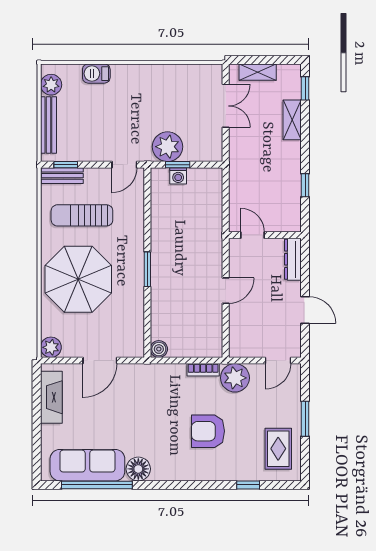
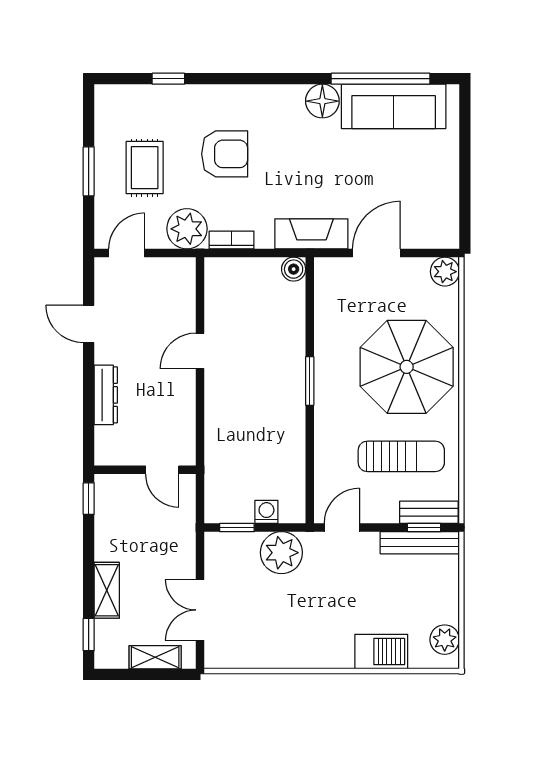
barbecue: (96, 74) -> (381, 652), width x1.38, depth x1.27
bench: (48, 125) -> (420, 543), moved, turned 90
window: (178, 165) -> (237, 528), moved
door: (253, 235) -> (162, 470), moved
wall: (265, 235) -> (145, 470), moved
fireplace: (51, 397) -> (311, 234), moved, turned 90
rug: (278, 449) -> (145, 168), moved

